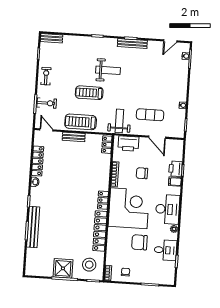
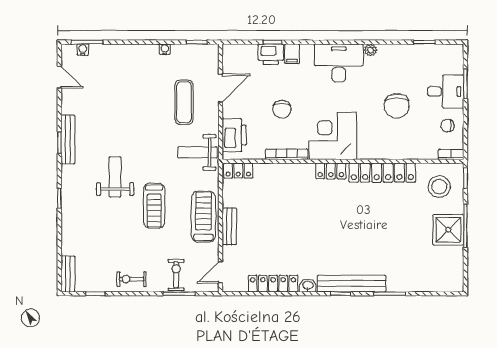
treadmill: (81, 122) -> (203, 217), turned 180
corner desk: (129, 208) -> (333, 136), width x0.74, depth x0.74
bench: (33, 227) -> (352, 284), moved
desk: (165, 250) -> (446, 91), moved, turned 90

